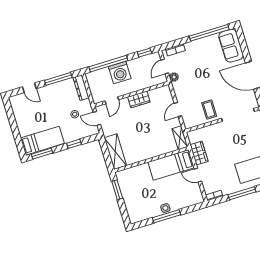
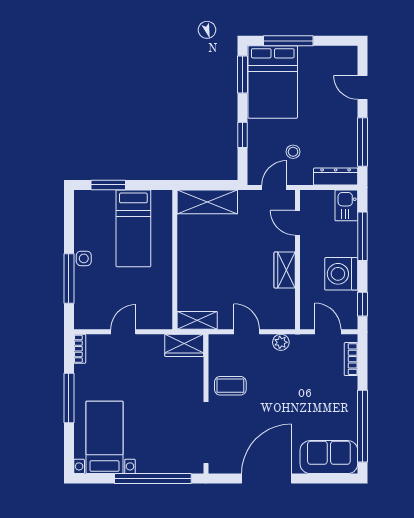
window: (108, 64) -> (362, 236), width x0.68
washing machine: (120, 73) -> (341, 274), moved
kitchen sink: (95, 77) -> (346, 205), added
plant: (174, 77) -> (281, 342), moved
door: (29, 88) -> (362, 87), hinge flipped
window: (17, 135) -> (288, 41), added
bed: (42, 141) -> (273, 82), width x1.50
wardrobe: (199, 153) -> (184, 345), moved
bed: (171, 165) -> (133, 228), moved, turned 180
window: (117, 190) -> (108, 185), moved
window: (167, 216) -> (69, 279), moved

